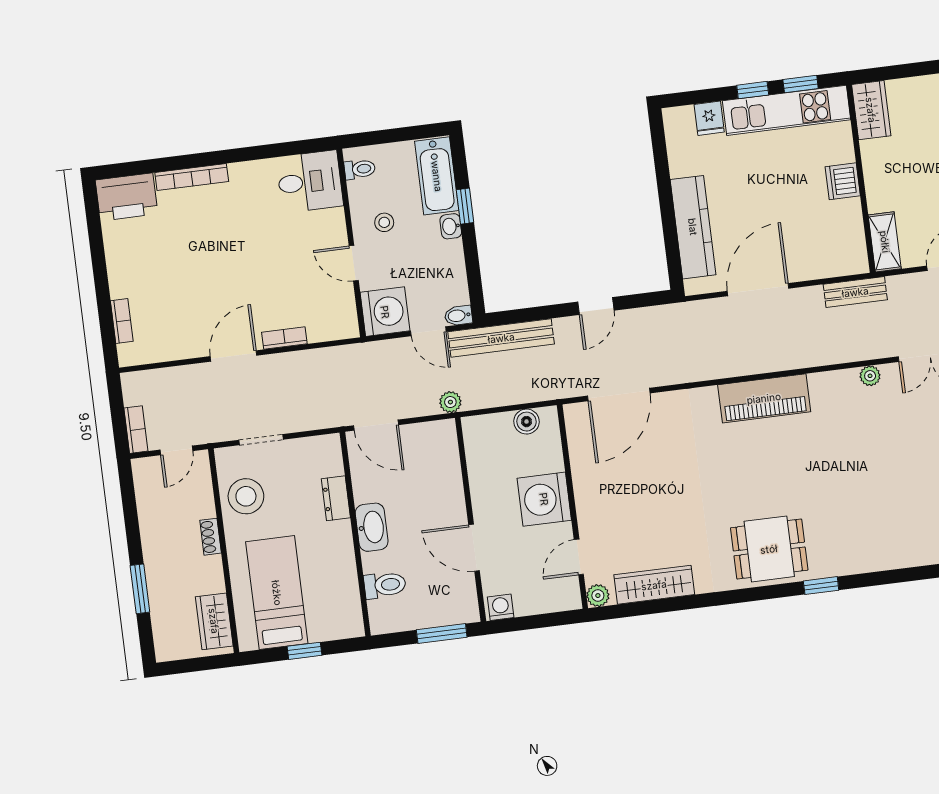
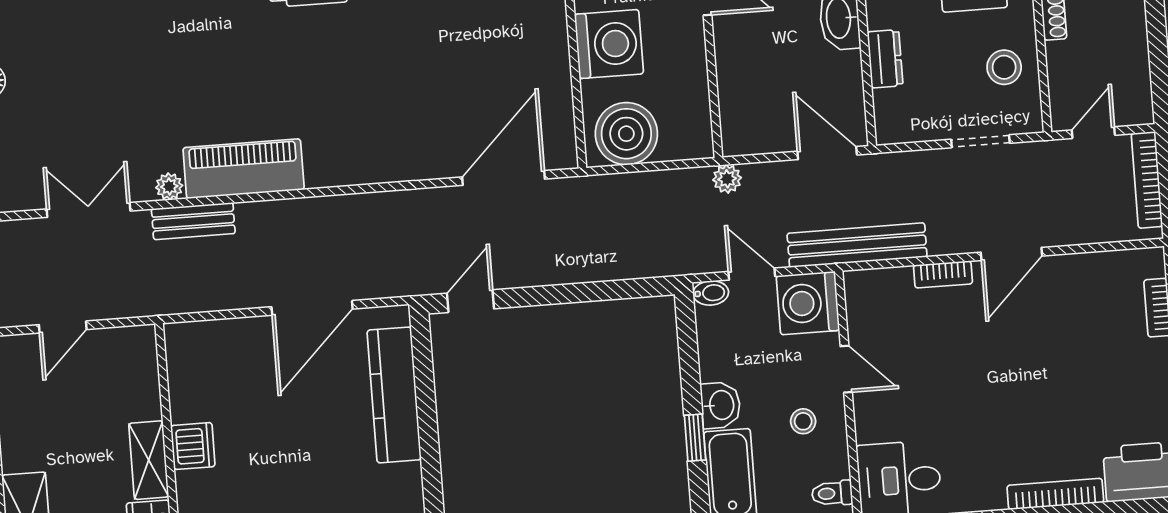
washbasin: (451, 226) -> (721, 405), width x1.38, depth x1.45
shelving: (885, 242) -> (149, 460), moved
bench: (855, 292) -> (193, 221), moved
door: (596, 306) -> (470, 301), moved
bench: (501, 338) -> (857, 245), moved
piano: (764, 398) -> (244, 169), moved
boiler: (526, 422) -> (626, 134), width x1.86, depth x1.86
bookcase: (136, 430) -> (1147, 180), width x1.56
stool: (246, 496) -> (1004, 67), width x0.73, depth x0.73

